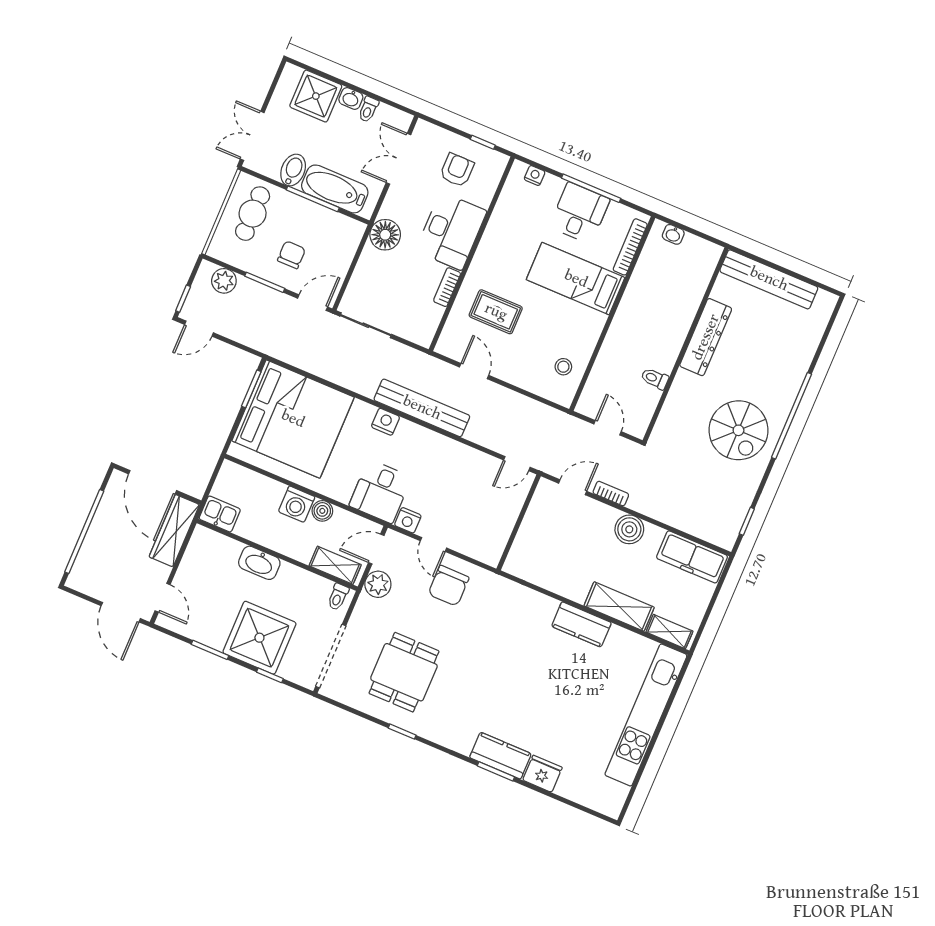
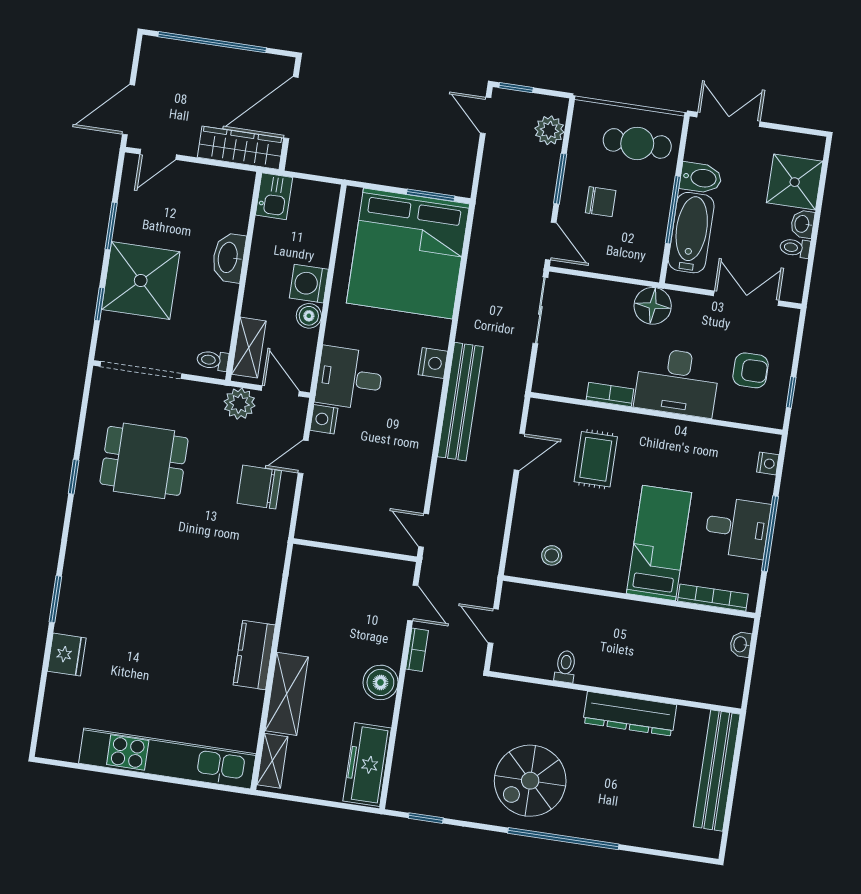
door: (608, 428) -> (493, 626), swing flipped
kitchen counter: (500, 756) -> (75, 600), removed

